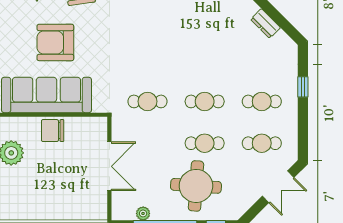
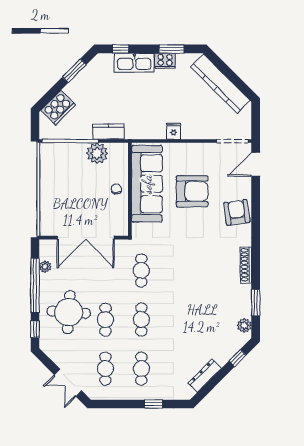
dresser: (266, 23) -> (205, 376), width x1.44
armchair: (55, 42) -> (192, 191), turned 90
chair: (53, 131) -> (116, 189), width x0.54, depth x0.54
double door: (109, 166) -> (86, 238), width x1.36

